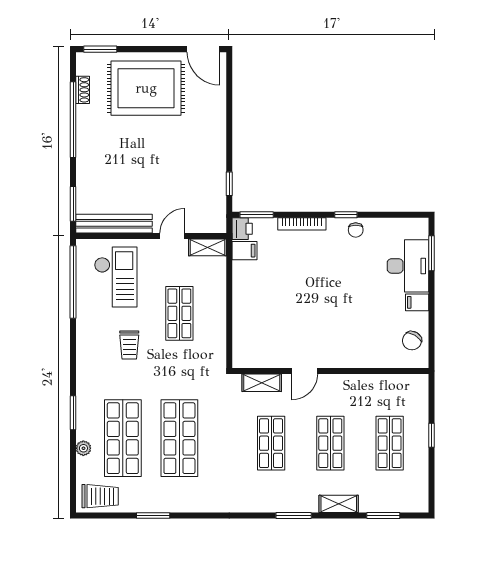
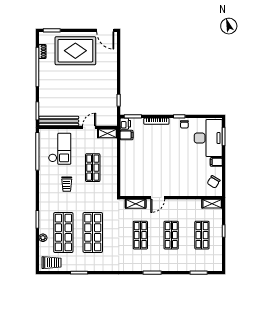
desk: (408, 266) -> (208, 138), width x1.36, depth x1.30
shelving: (339, 504) -> (212, 204), moved

